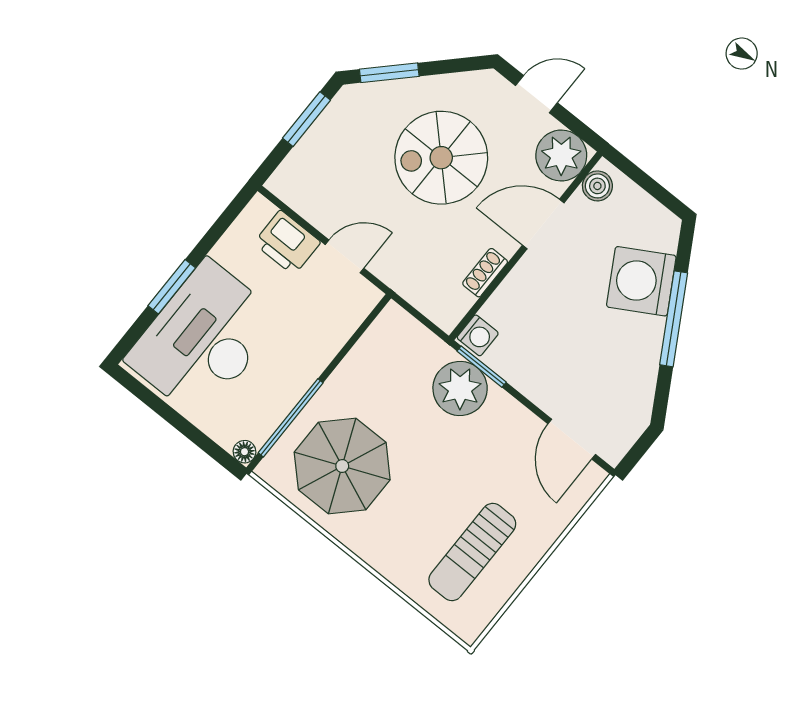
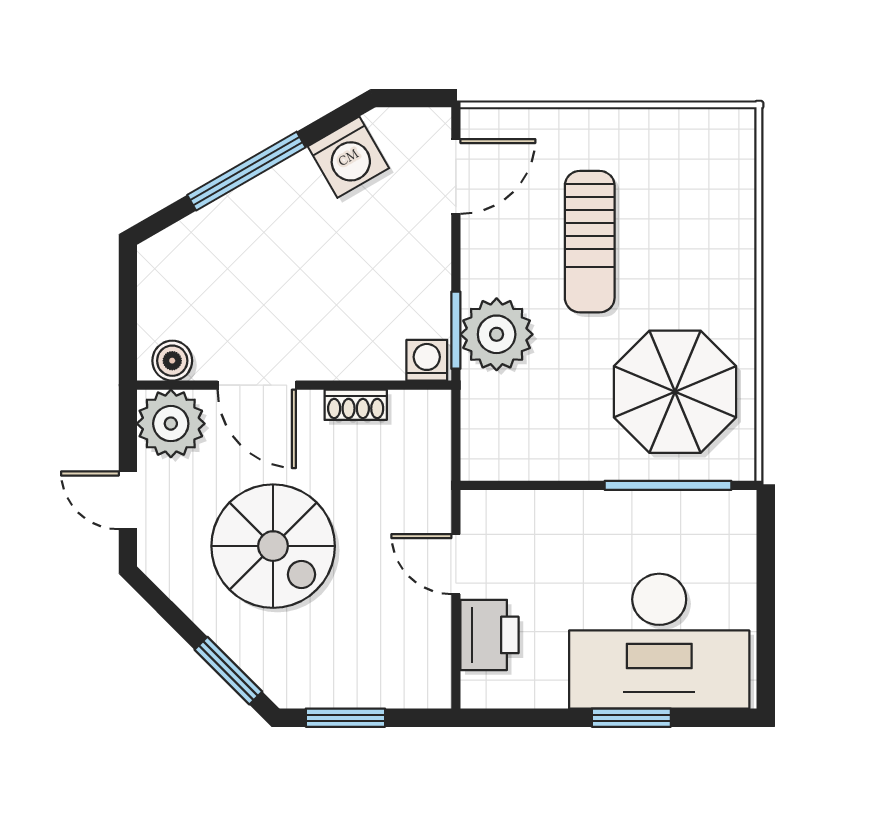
washing machine: (641, 281) -> (348, 157), moved, width x0.73, depth x0.73
floor lamp: (245, 452) -> (742, 505), removed
sun lounger: (472, 552) -> (590, 242), moved, turned 90

